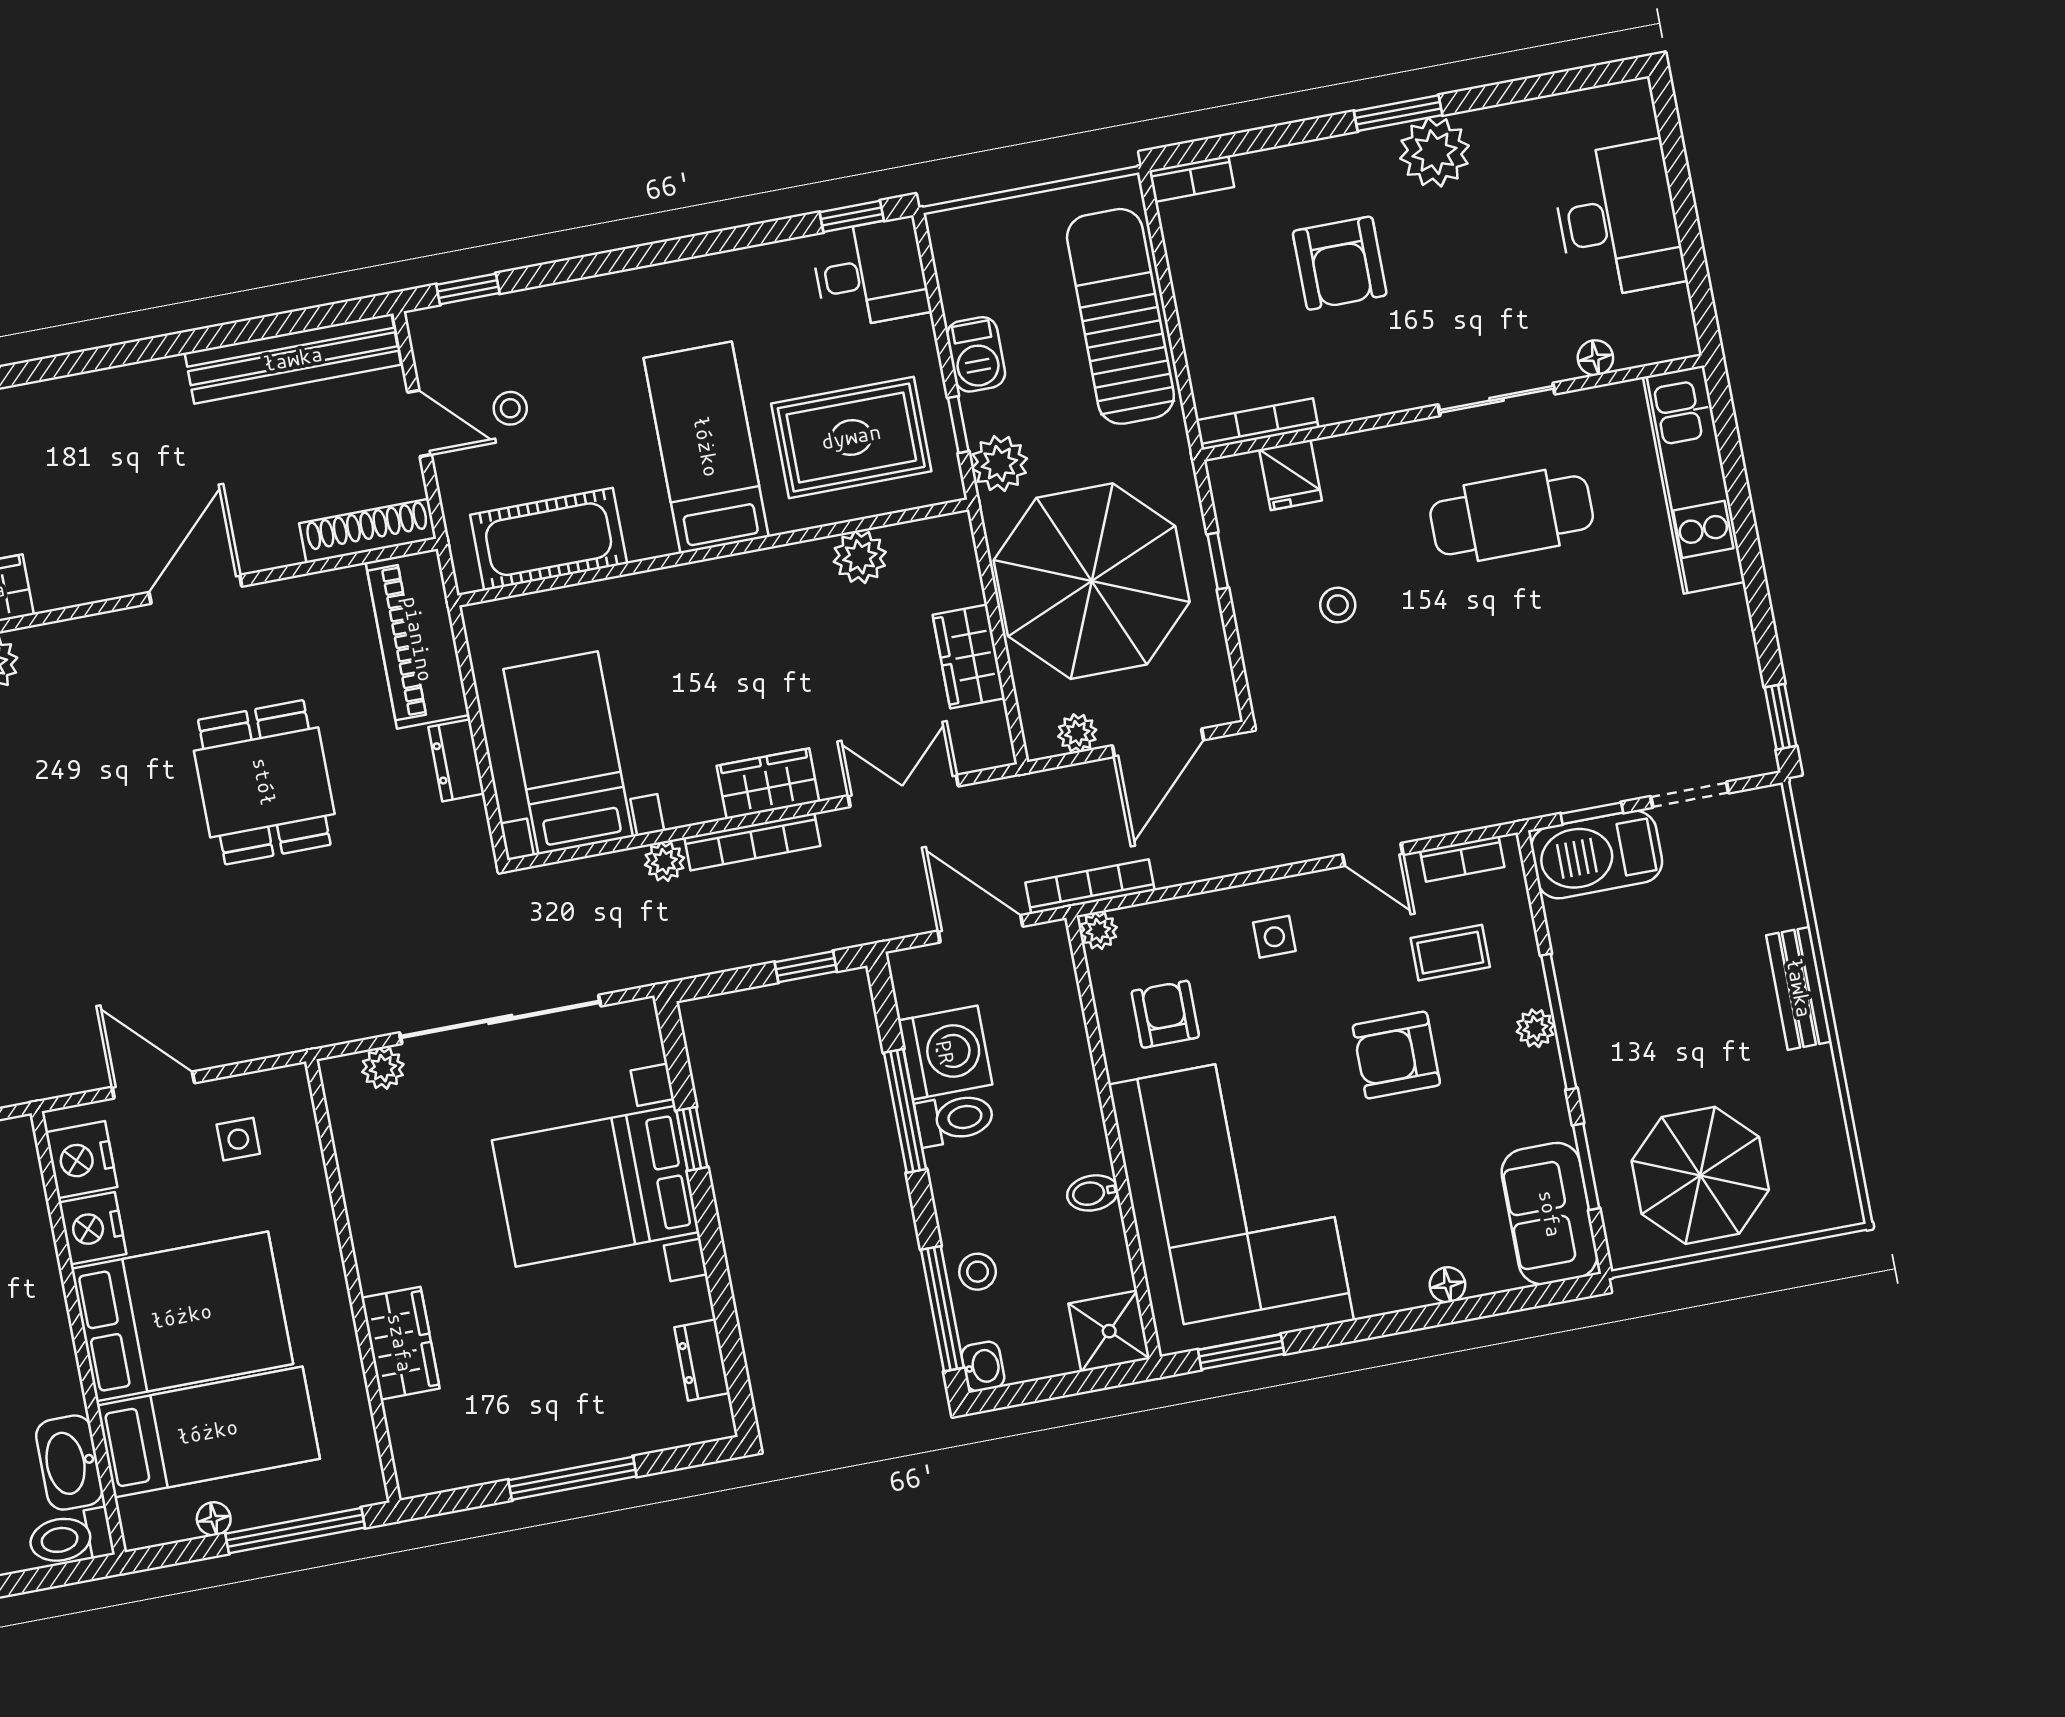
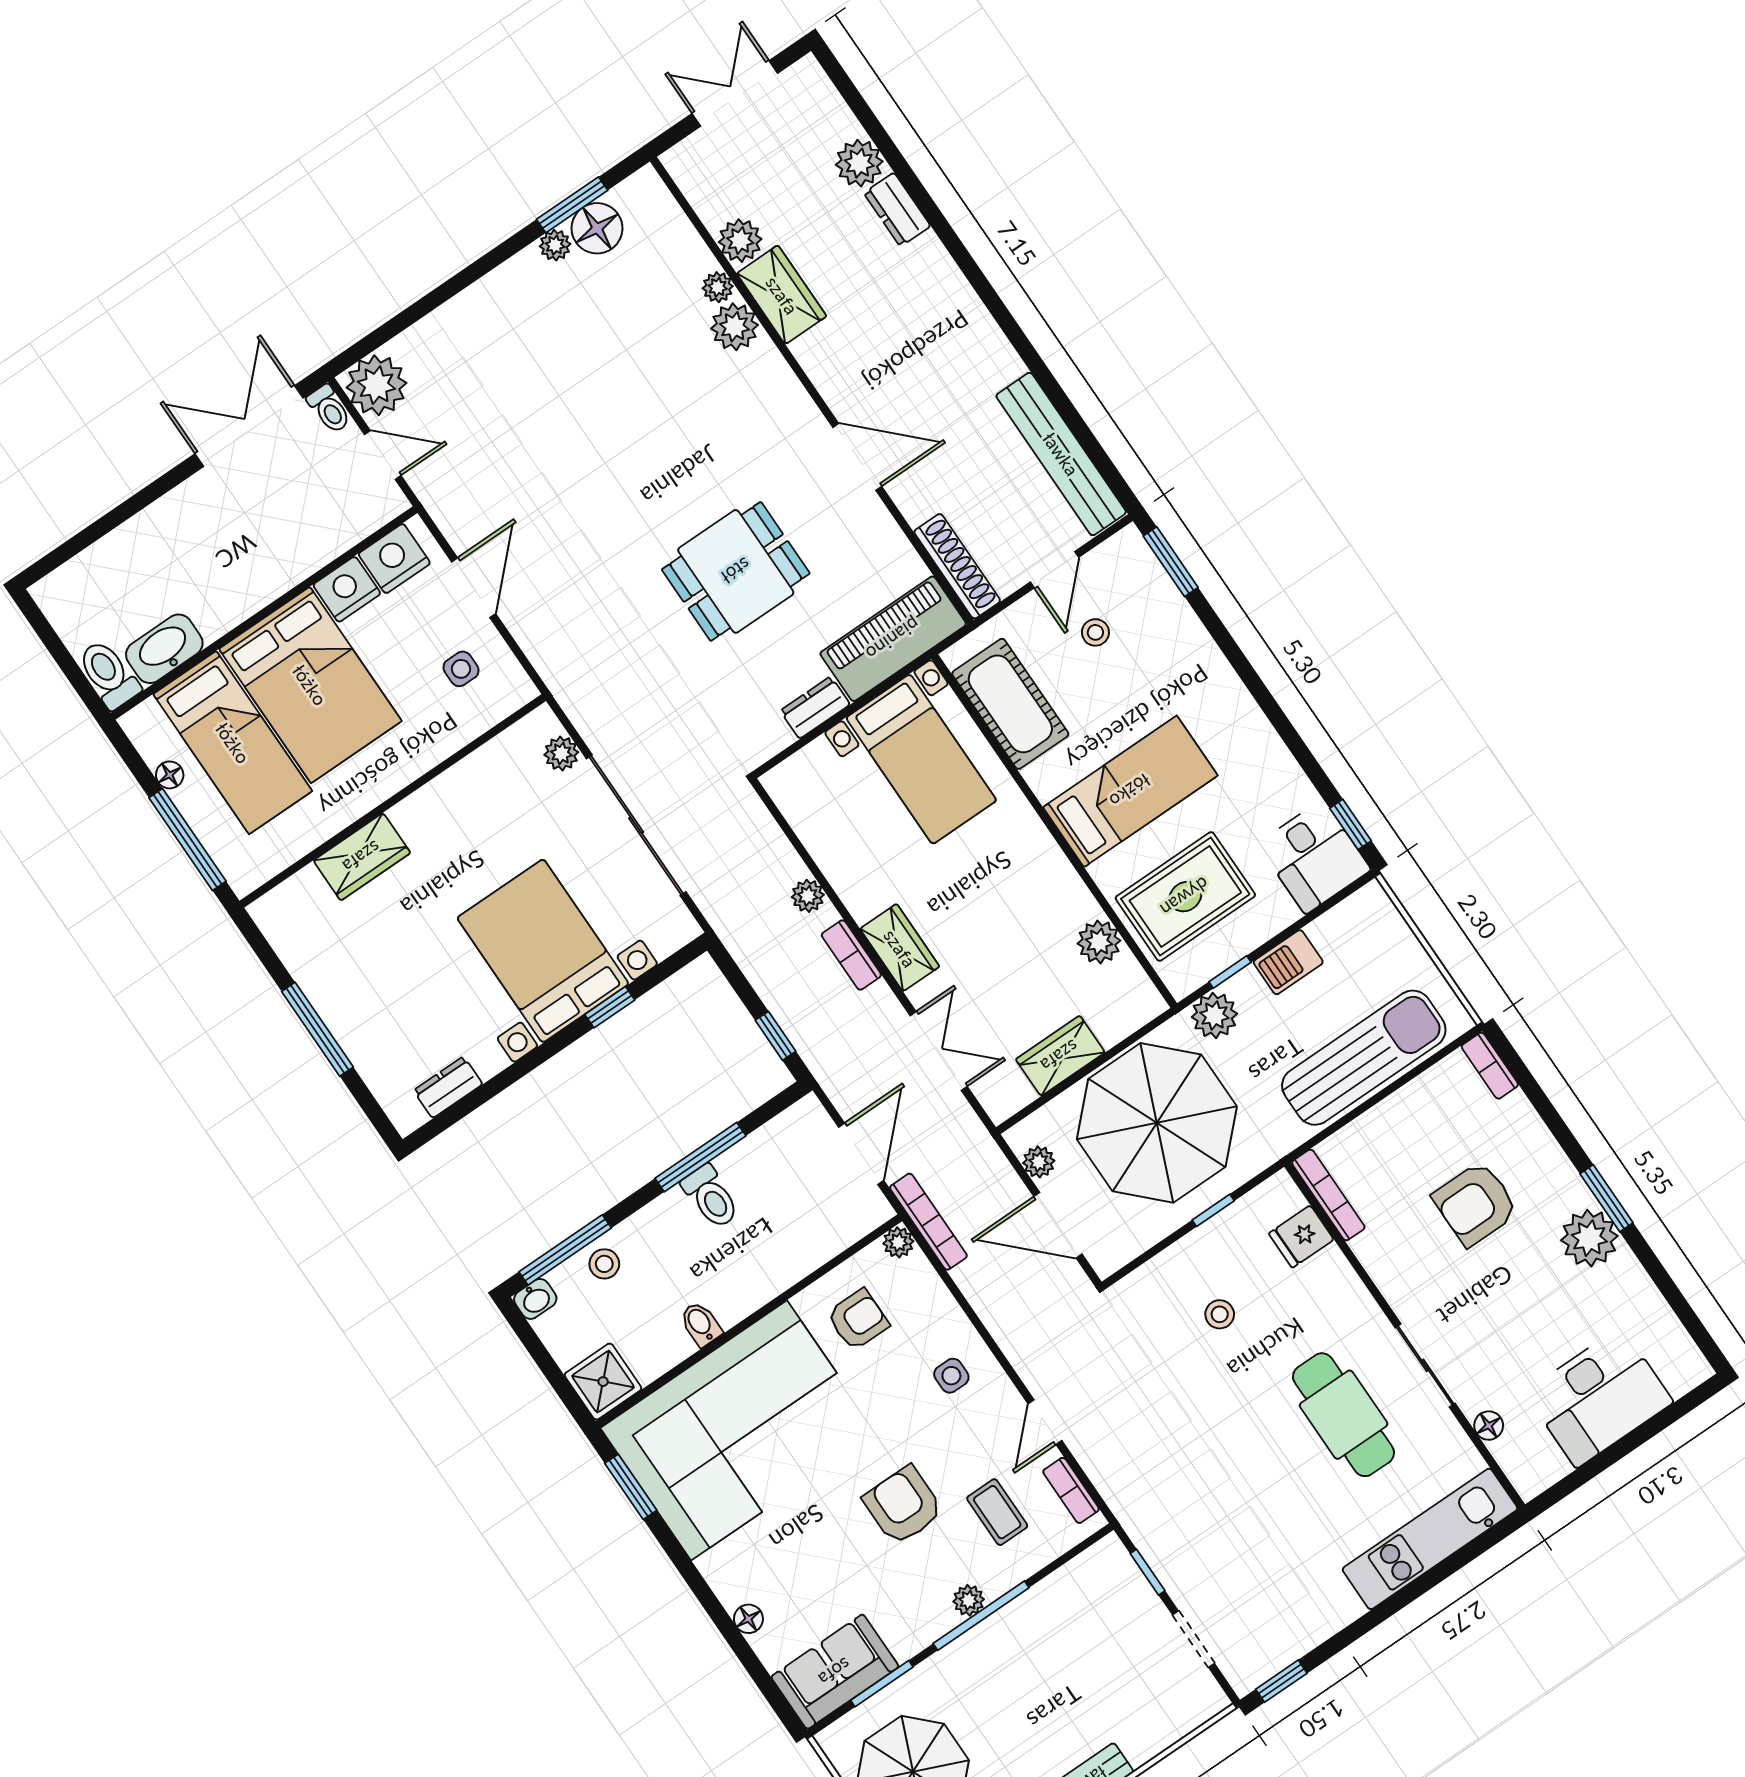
window: (468, 289) -> (1171, 562), width x1.50
rug: (851, 437) -> (1185, 897), turned 90
bed with nightstands: (568, 753) -> (921, 759), moved, turned 90
bookcase: (752, 842) -> (851, 955), width x0.64
barbecue: (1597, 855) -> (1118, 1589), removed
washing machine: (945, 1052) -> (757, 1168), removed

